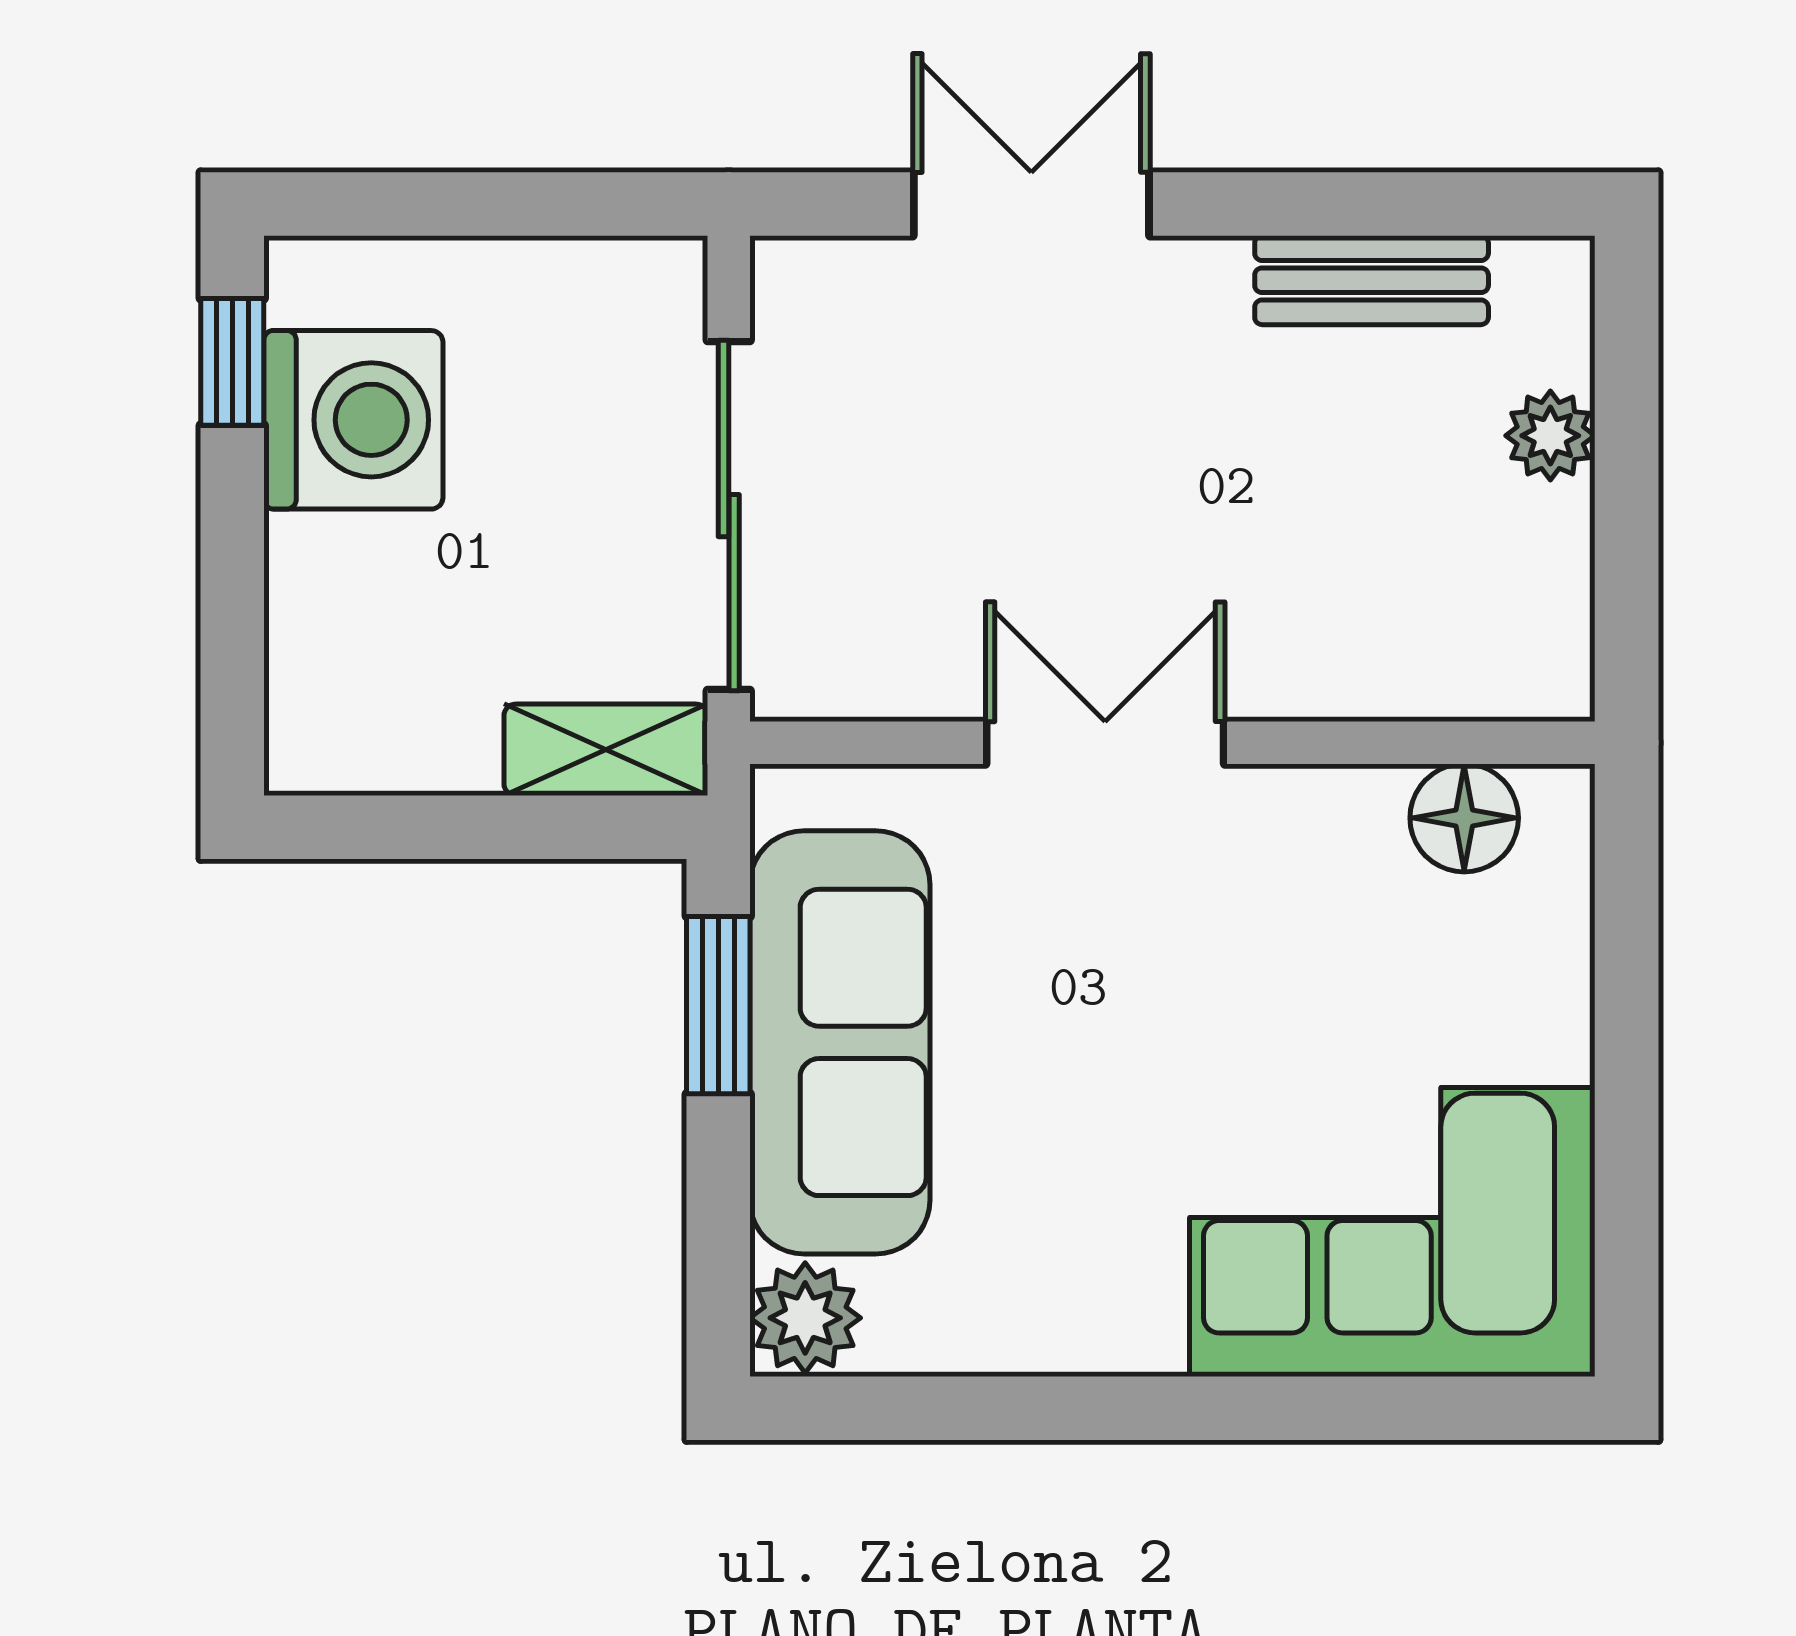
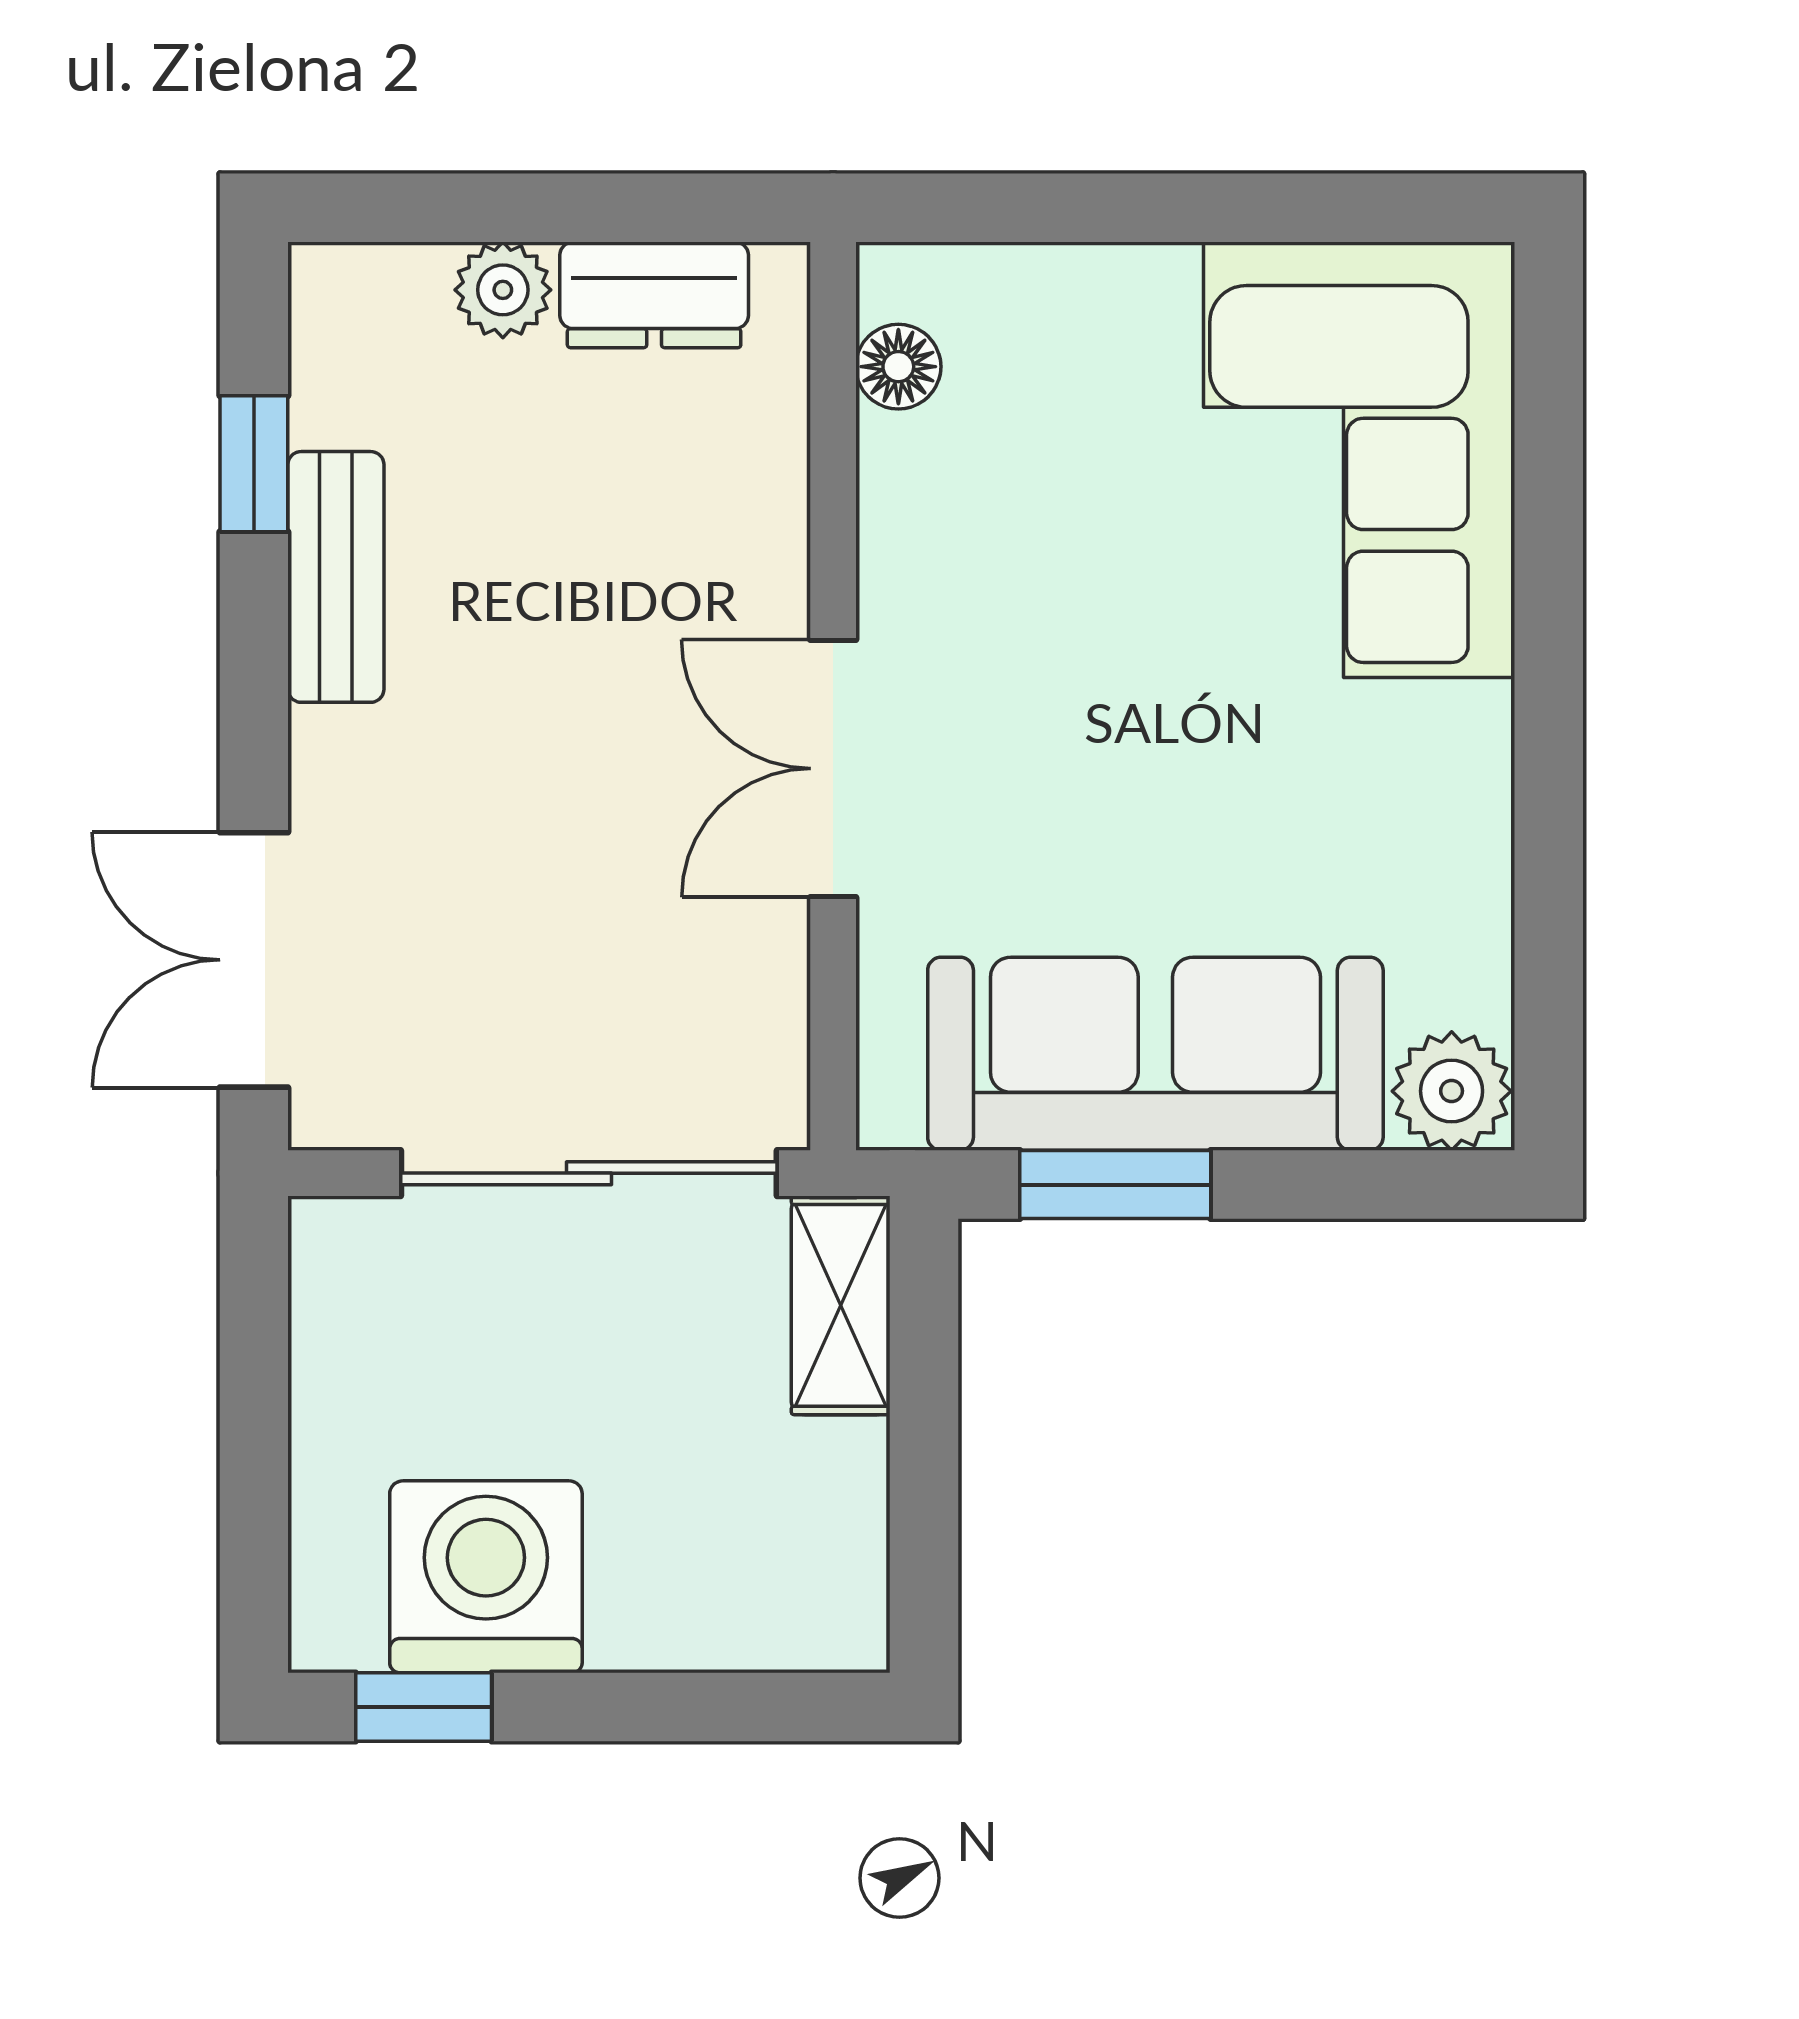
double door: (1031, 204) -> (254, 960), moved
window: (1389, 204) -> (254, 464), added
bench: (1372, 280) -> (336, 577), moved
dresser: (1546, 576) -> (654, 295), added
floor lamp: (1464, 818) -> (898, 367), width x0.73, depth x0.73

